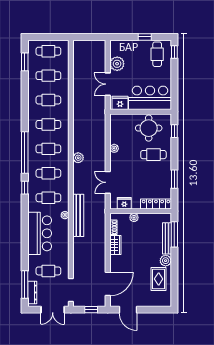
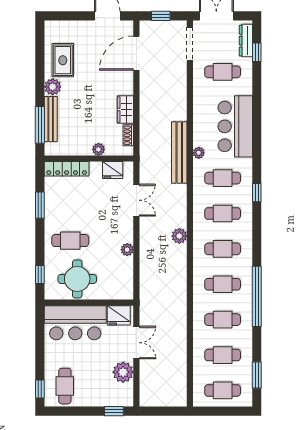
window: (145, 37) -> (114, 411), moved
window: (25, 153) -> (257, 296), moved
window: (25, 284) -> (257, 52), width x0.46

